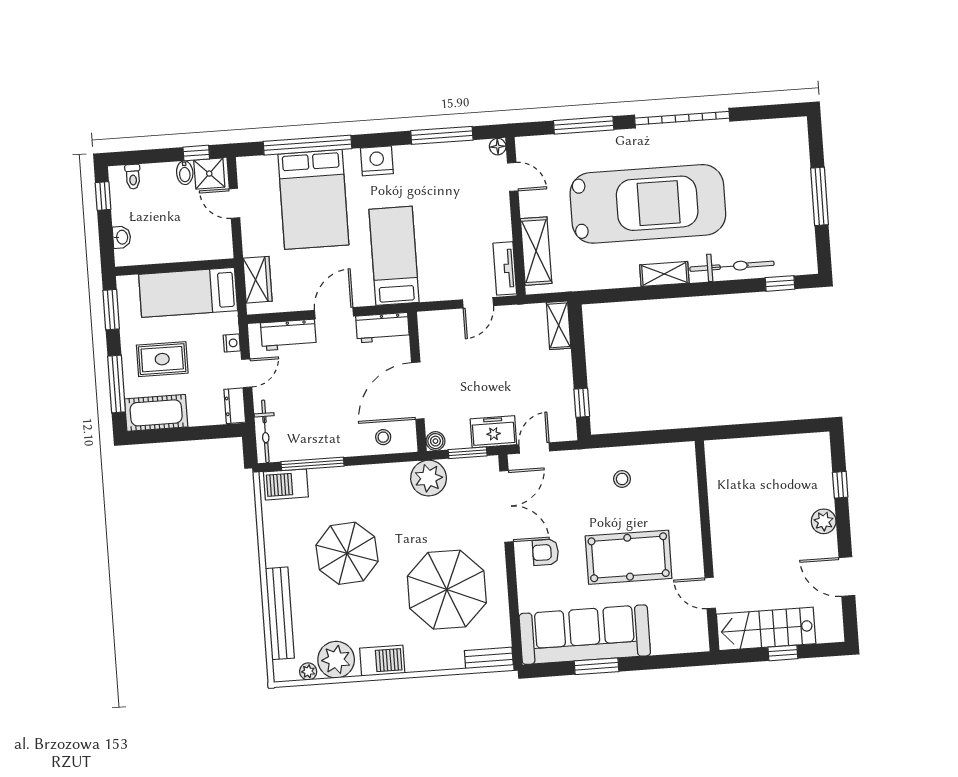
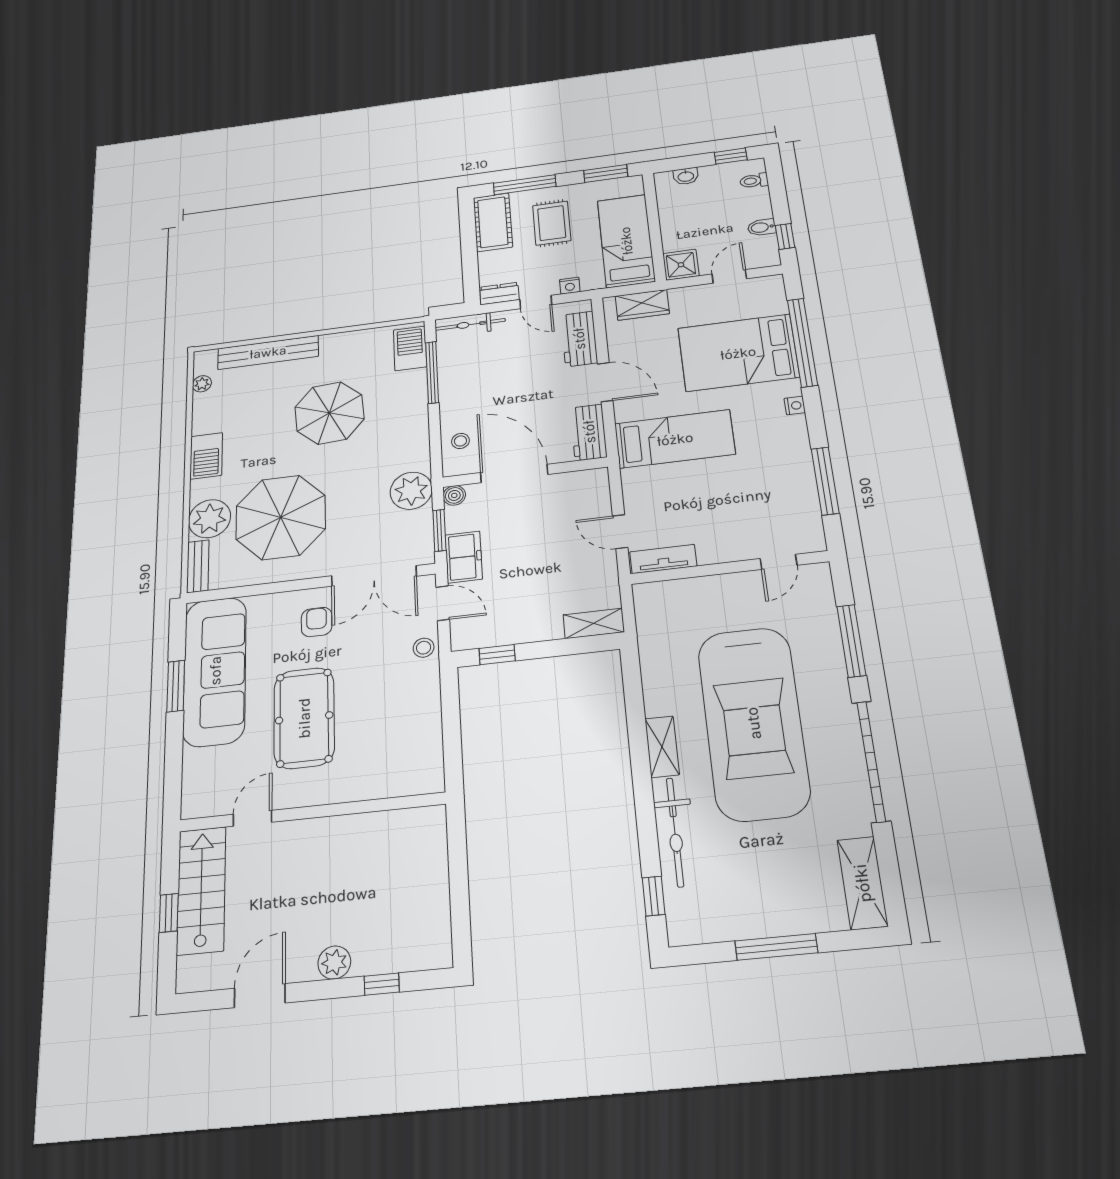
floor lamp: (498, 147) -> (816, 543), removed
nightstand: (377, 161) -> (795, 406), width x0.53, depth x0.56
shower: (209, 174) -> (681, 265), moved
shelving: (536, 251) -> (862, 883), moved, turned 90
stool: (622, 479) -> (424, 648), moved
plant: (336, 660) -> (210, 519), moved

